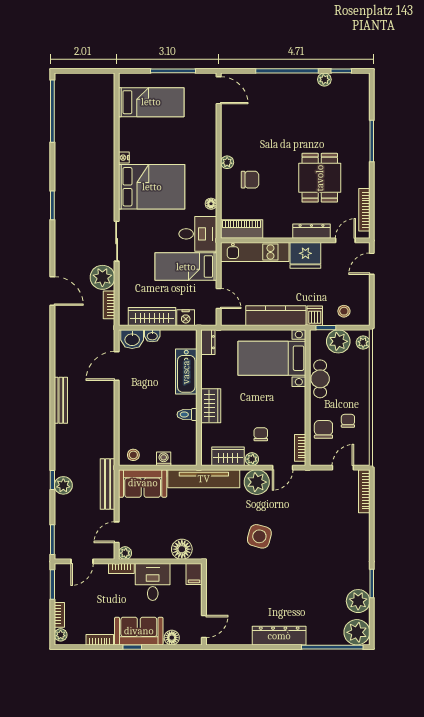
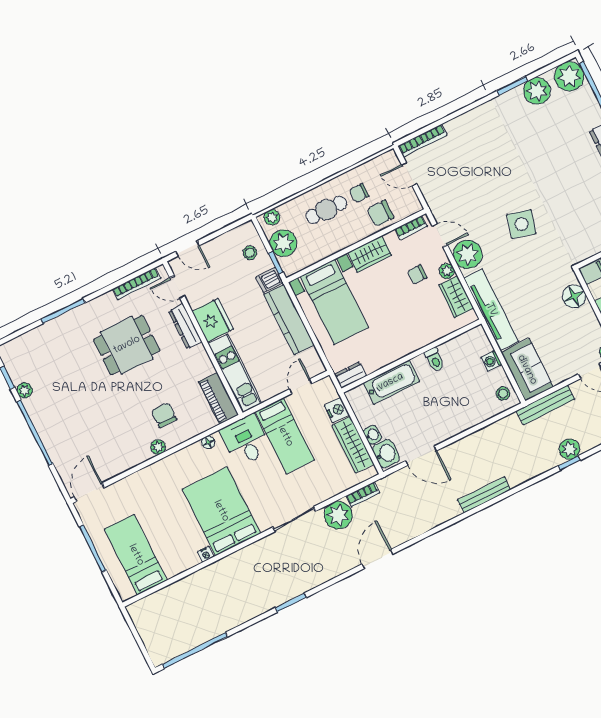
cafe table: (320, 379) -> (326, 210), moved
wardrobe: (211, 406) -> (370, 254), moved, turned 180

